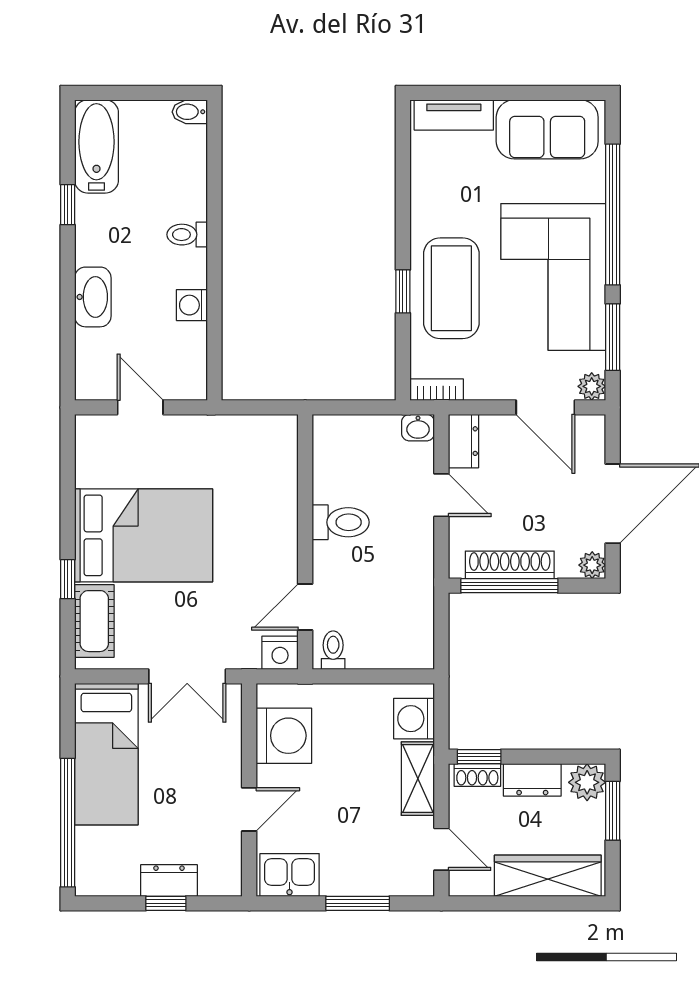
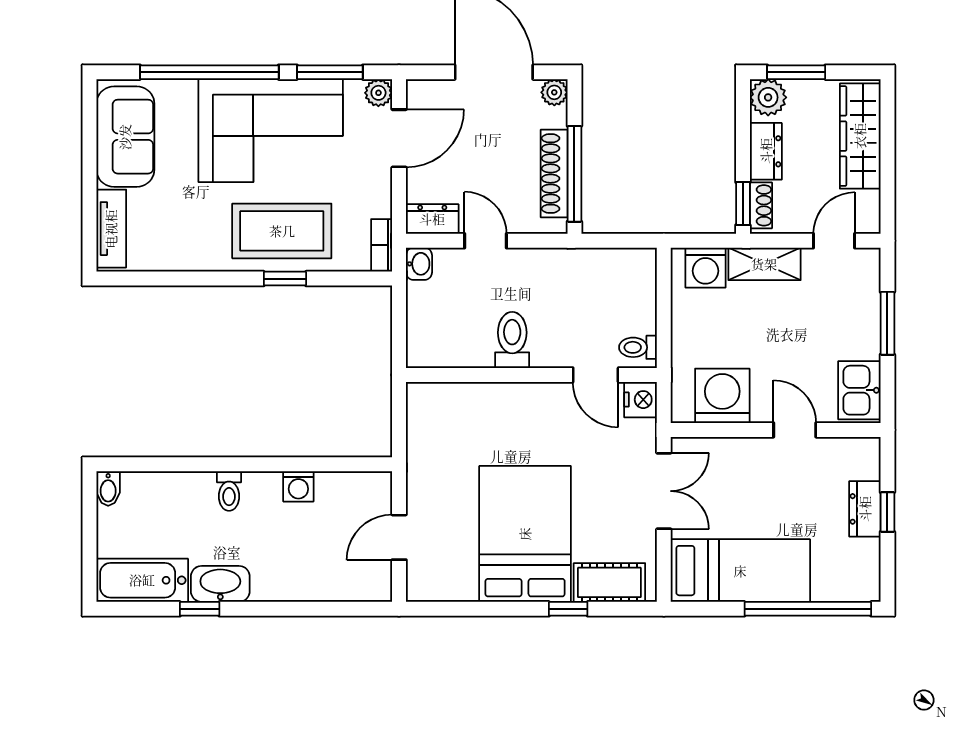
washbasin: (93, 297) -> (220, 584), moved
door: (441, 495) -> (485, 241), hinge flipped

